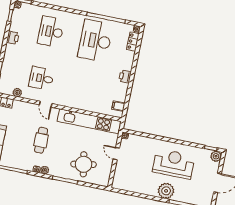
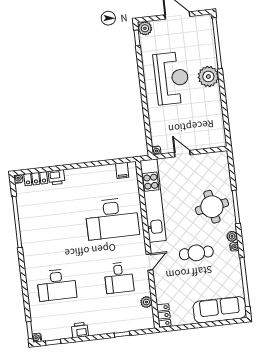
desk: (95, 41) -> (112, 219), moved
printer: (125, 77) -> (57, 177), moved
door: (116, 154) -> (182, 154), swing flipped
round table: (84, 164) -> (212, 207), moved
reception desk: (174, 164) -> (172, 78), turned 180

